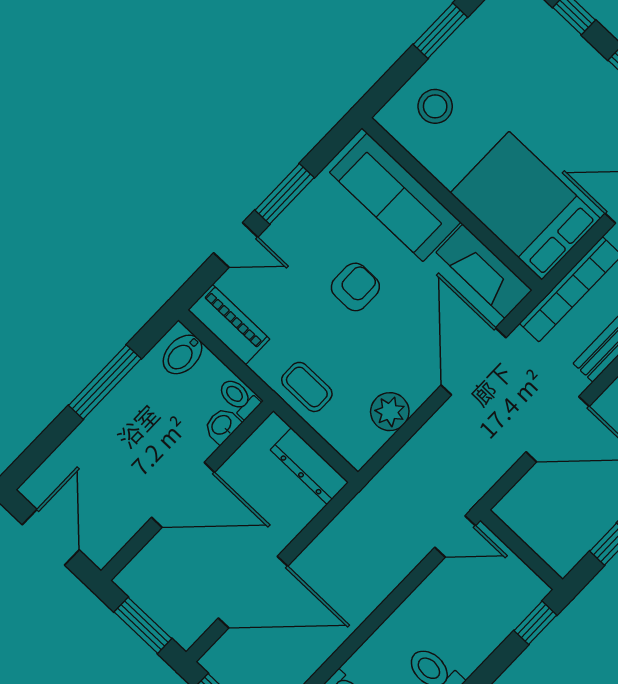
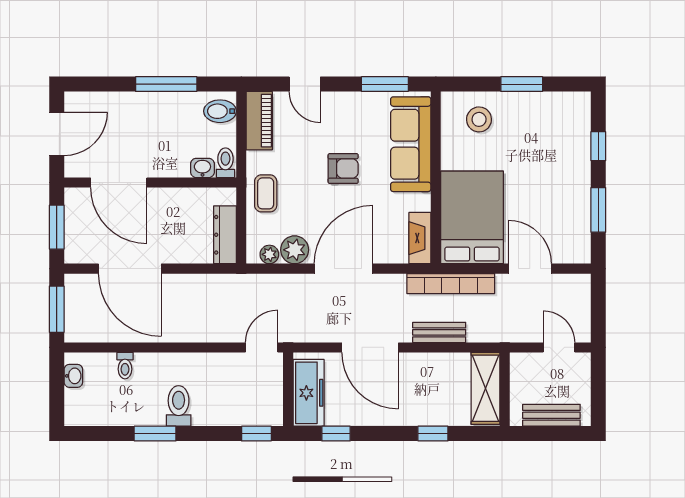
window: (285, 194) -> (385, 84), moved
fireplace: (484, 271) -> (420, 238), width x0.73, depth x0.76
door: (474, 361) -> (343, 269), moved
plant: (371, 441) -> (269, 254), added
door: (183, 495) -> (119, 183), moved
freezer: (544, 533) -> (309, 393), added
door: (455, 536) -> (262, 347), swing flipped

